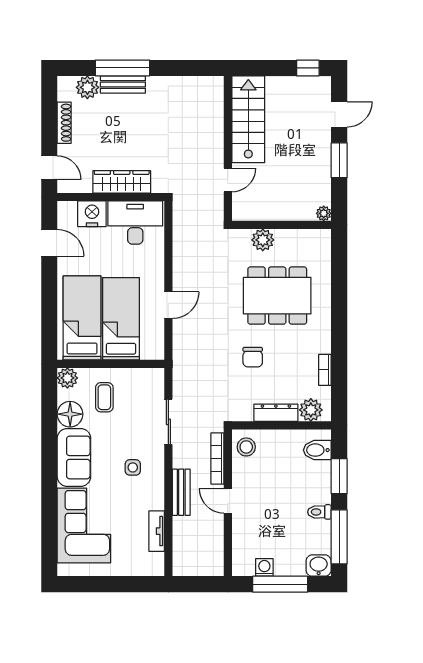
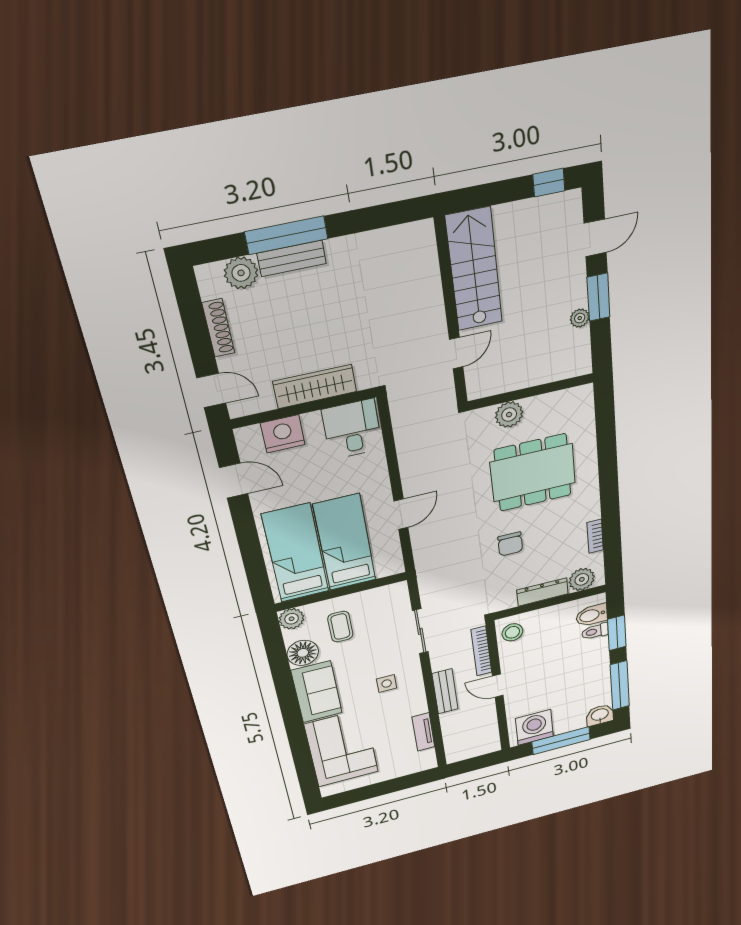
plant: (324, 213) -> (580, 318), moved
desk: (135, 223) -> (352, 429), width x0.73
toilet: (319, 512) -> (595, 631), moved
washing machine: (264, 567) -> (534, 727), width x1.89, depth x1.89

